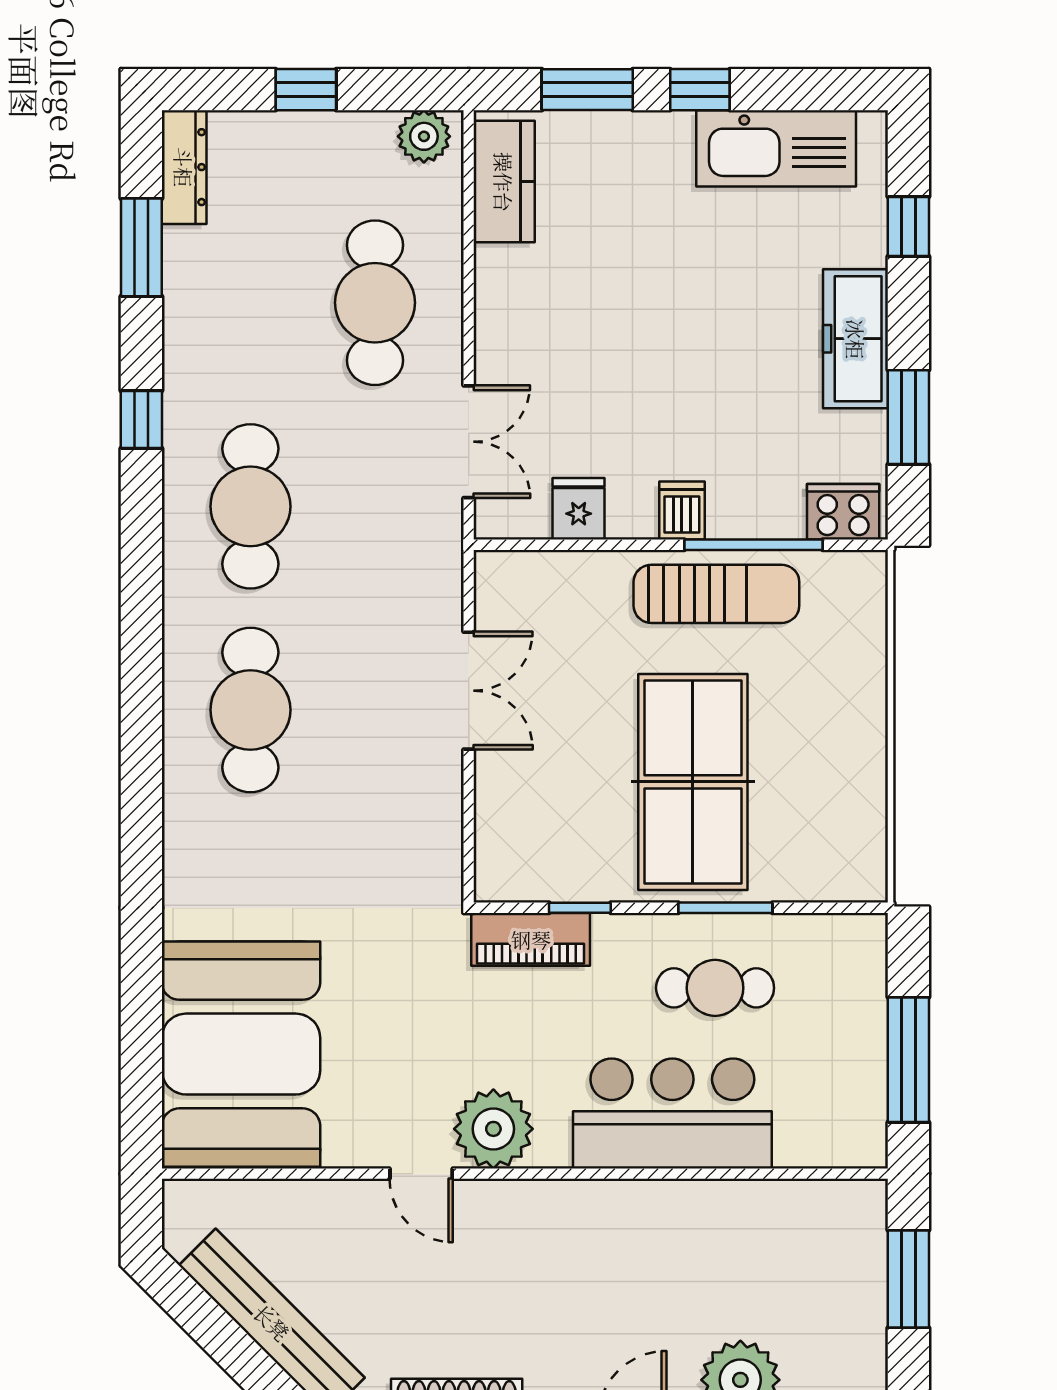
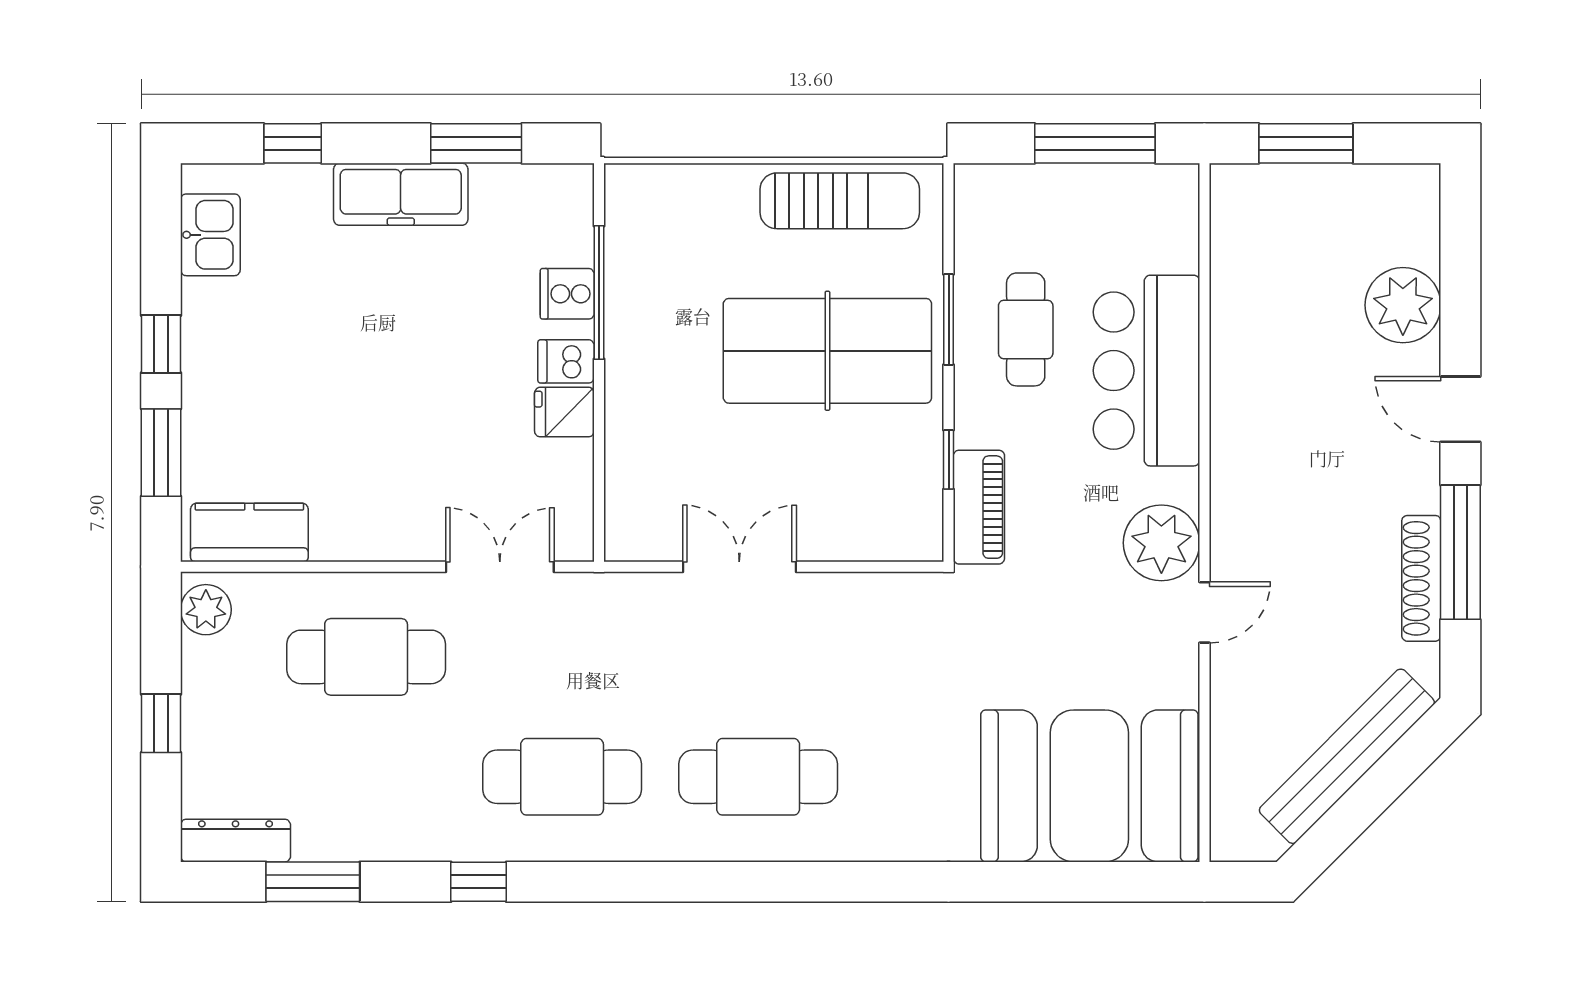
kitchen sink: (776, 148) -> (210, 235), width x0.53, depth x0.81
fridge: (579, 509) -> (564, 412), moved
cooker: (843, 512) -> (567, 294), moved, width x0.73
sun lounger: (716, 594) -> (840, 201), moved, turned 90

